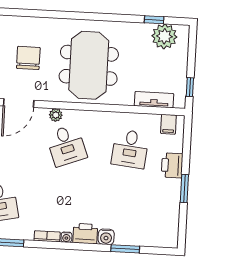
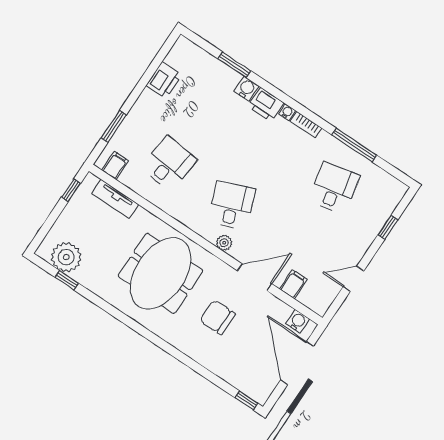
chair: (28, 58) -> (218, 317), turned 90
printer: (172, 165) -> (164, 80), moved
window: (184, 189) -> (114, 126), moved

